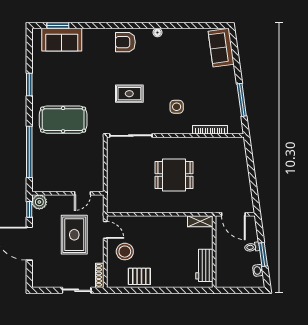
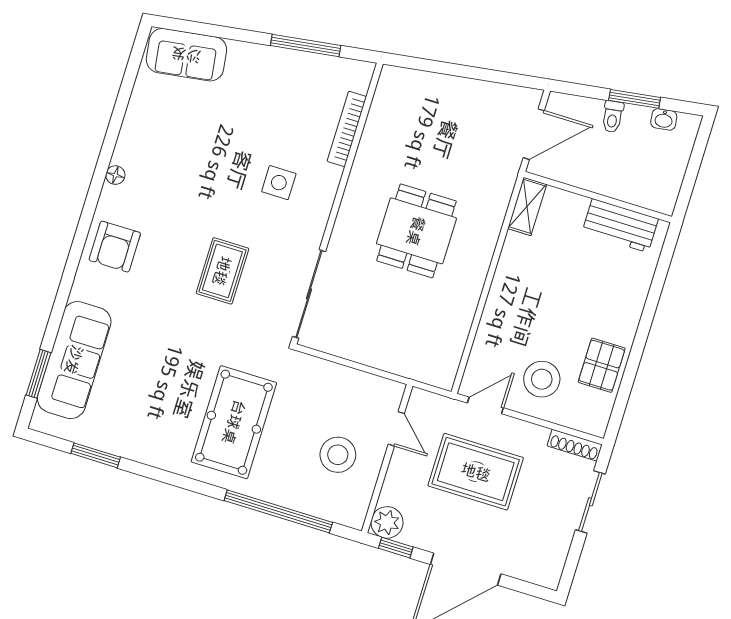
sofa: (62, 40) -> (74, 360), width x1.36
window: (29, 84) -> (96, 455), moved
stool: (63, 171) -> (338, 455), added

